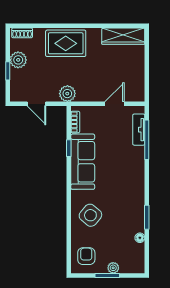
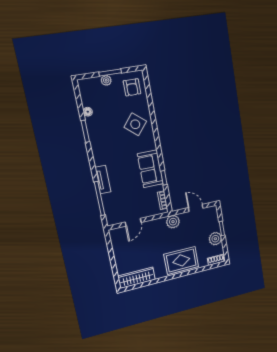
tv unit: (139, 130) -> (103, 180), moved
sofa: (83, 162) -> (150, 169), width x0.73

